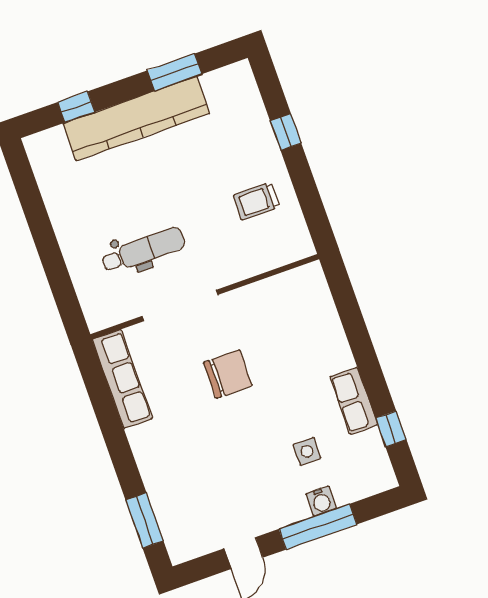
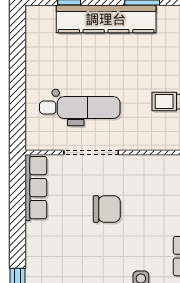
dental chair: (143, 250) -> (80, 108), width x1.36, depth x1.38

